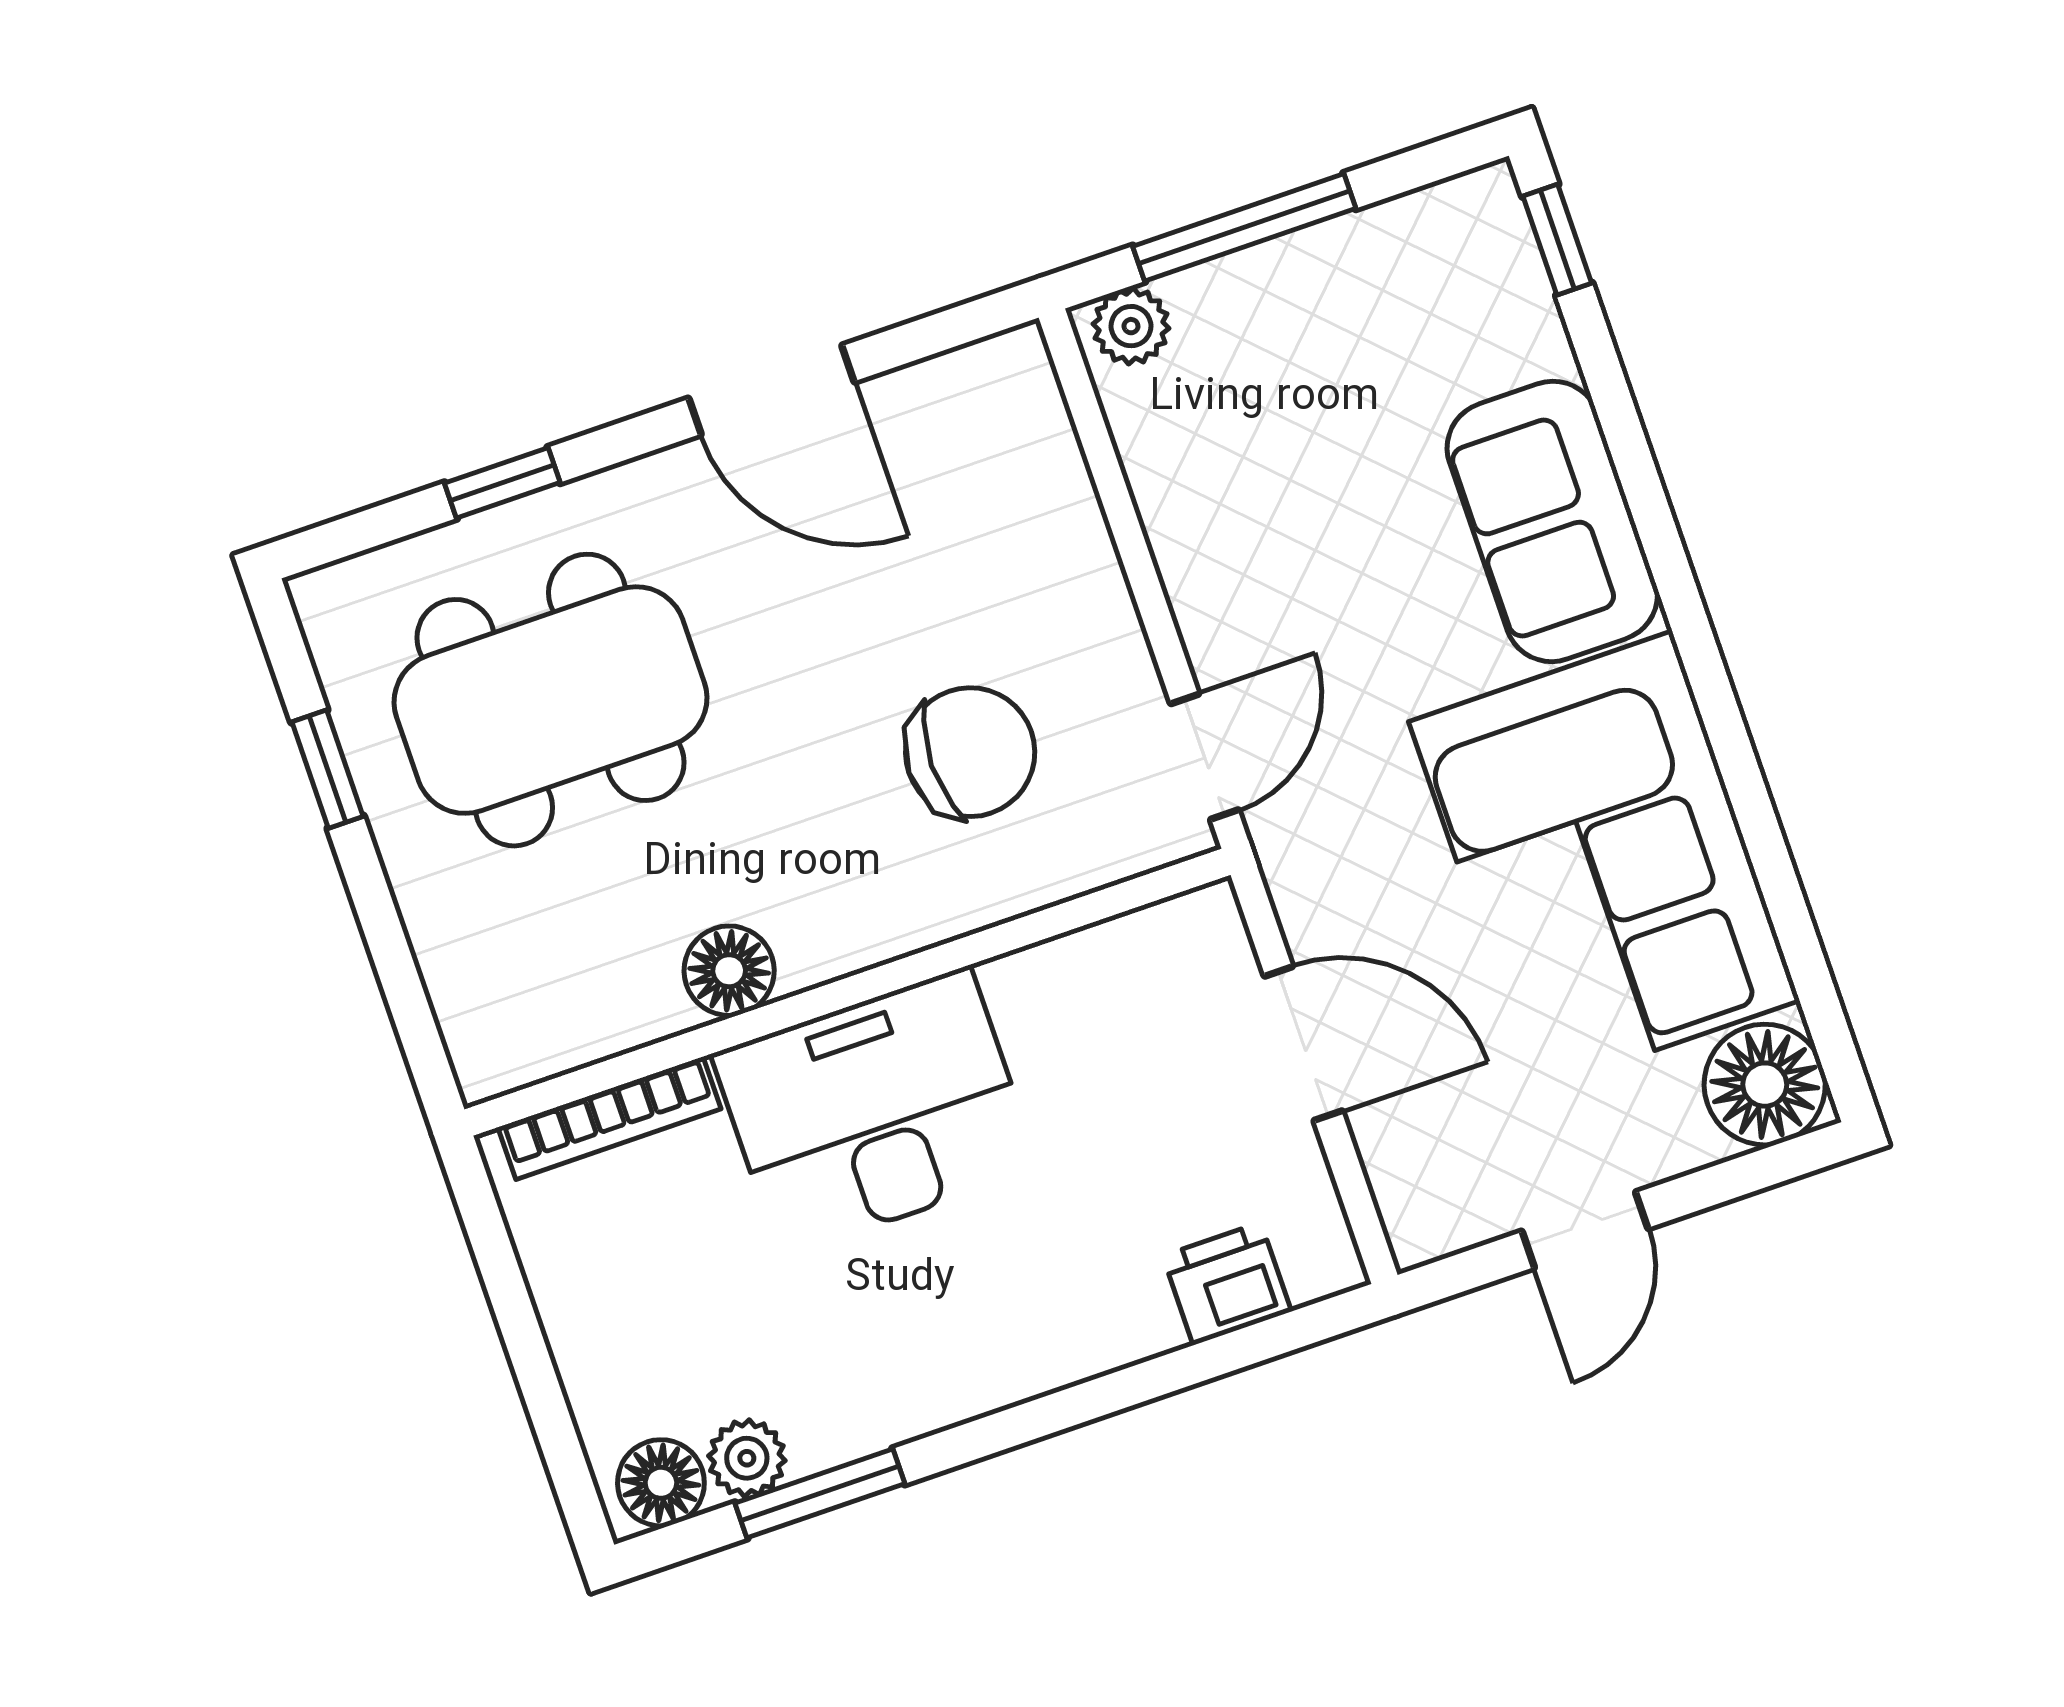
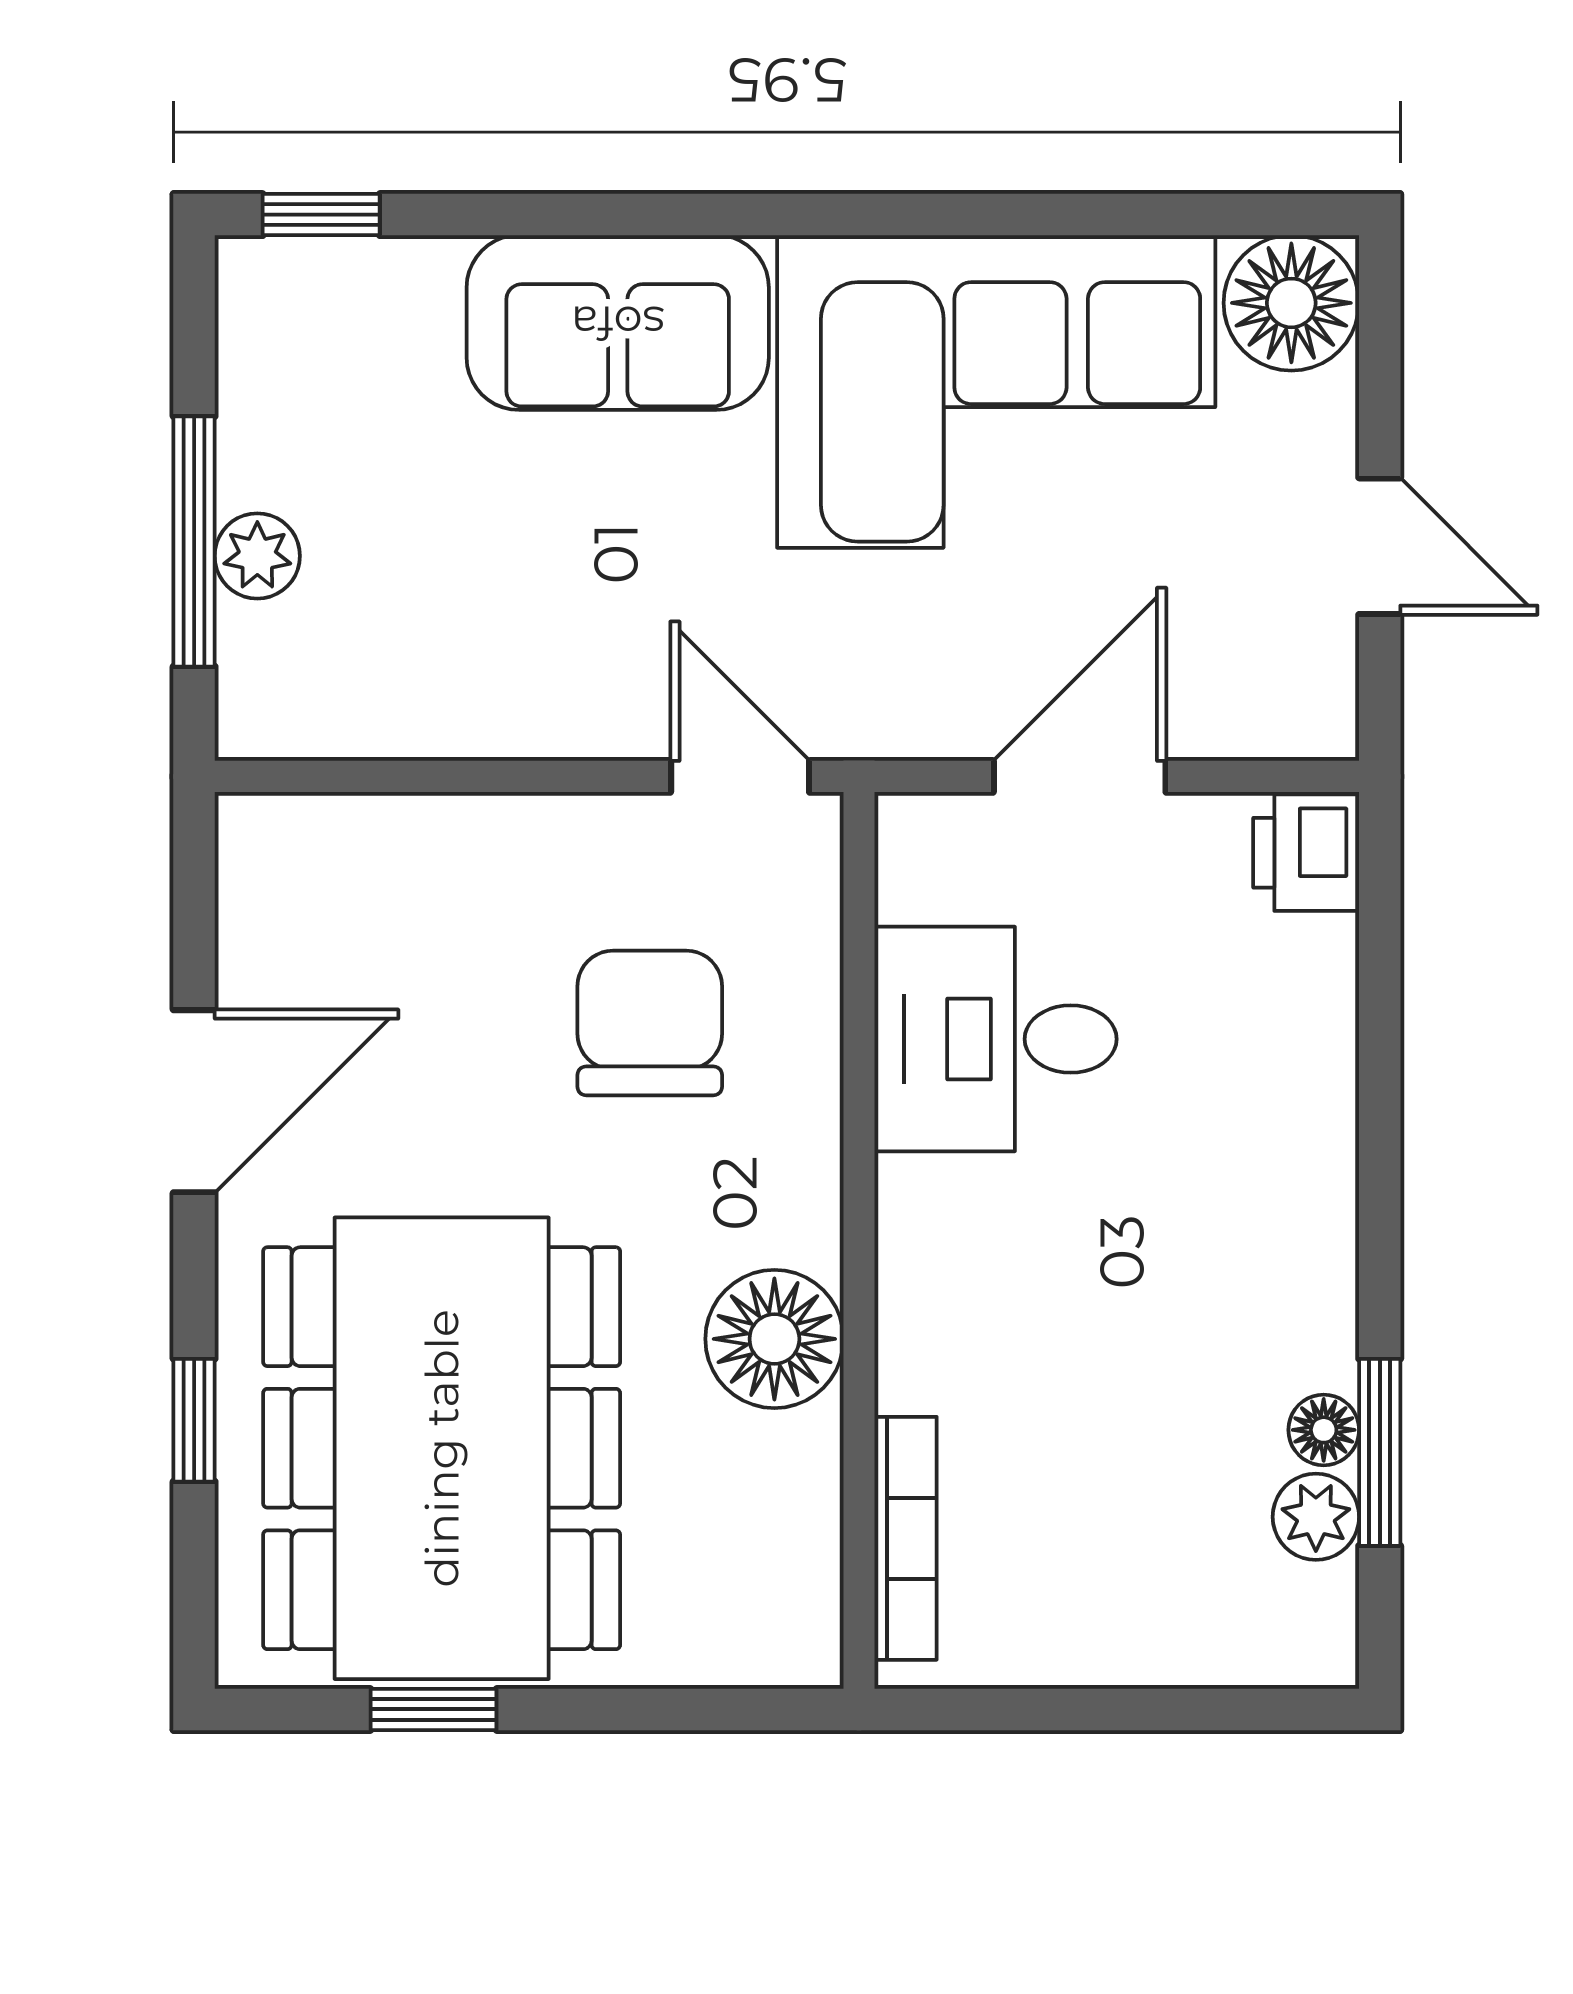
plant: (1131, 326) -> (257, 556), moved
dining table: (551, 700) -> (442, 1448), width x1.36, depth x1.24
floor lamp: (729, 971) -> (774, 1339), width x1.38, depth x1.38
desk: (875, 1112) -> (996, 1039), moved, width x0.73
printer: (1227, 1284) -> (1306, 853), moved
floor lamp: (661, 1483) -> (1324, 1430), moved, width x0.73, depth x0.73

